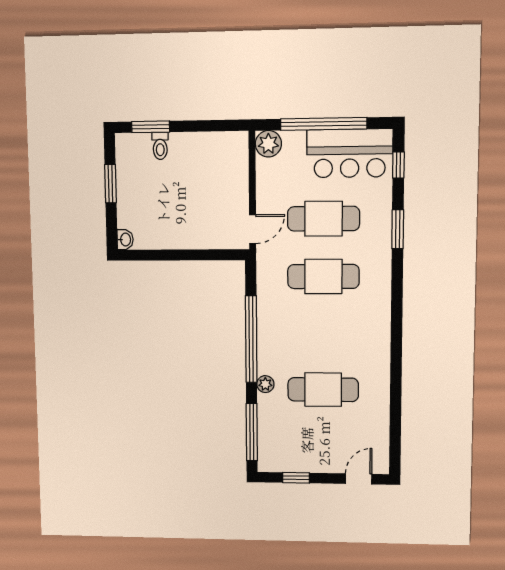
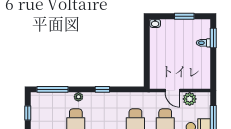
plant: (268, 144) -> (190, 99), moved
door: (253, 229) -> (172, 91), moved
window: (251, 339) -> (102, 89), width x0.32

